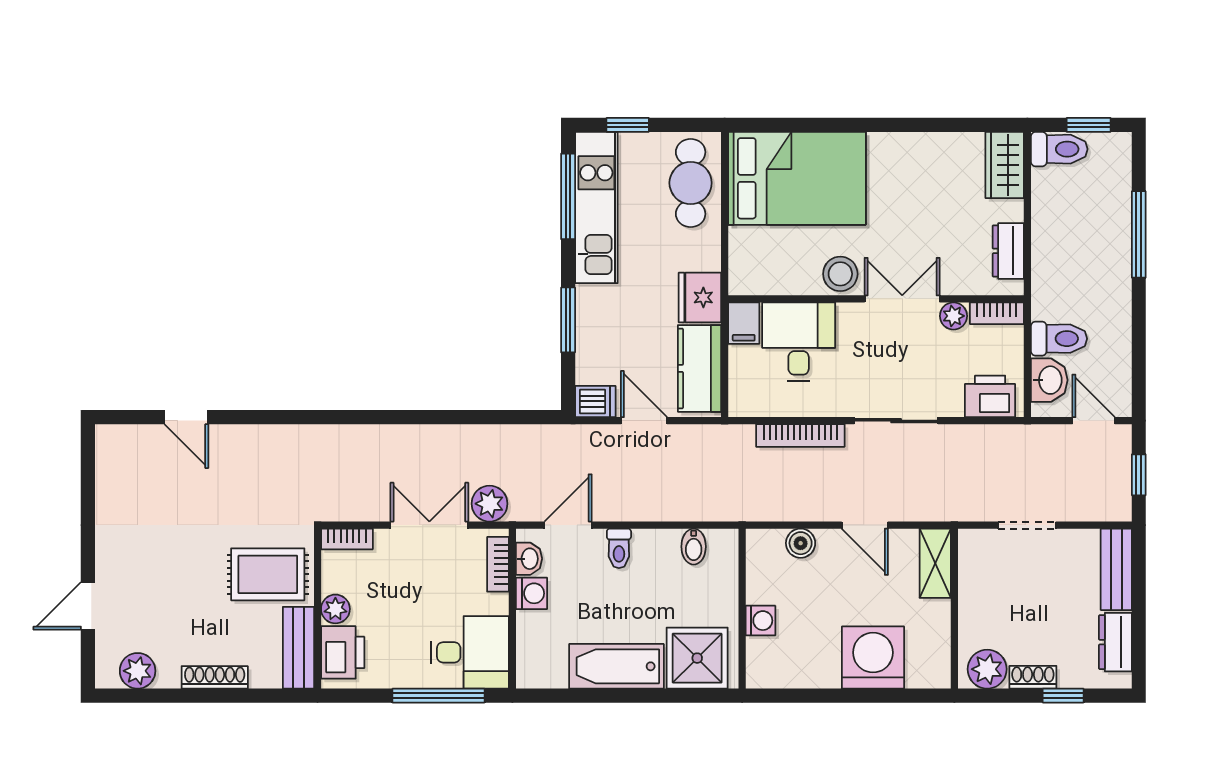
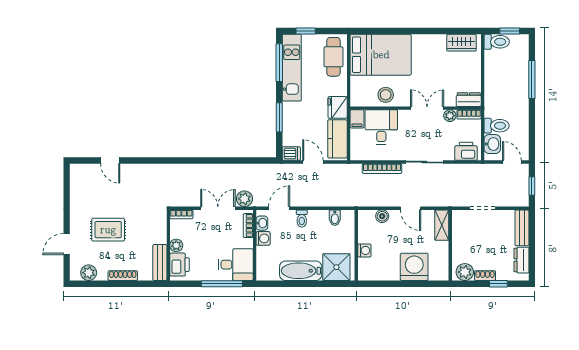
wardrobe: (1005, 165) -> (461, 43), moved, turned -90
dresser: (1008, 251) -> (469, 100), moved, turned 90
stool: (840, 274) -> (386, 95), moved
rug: (268, 574) -> (108, 230), moved

